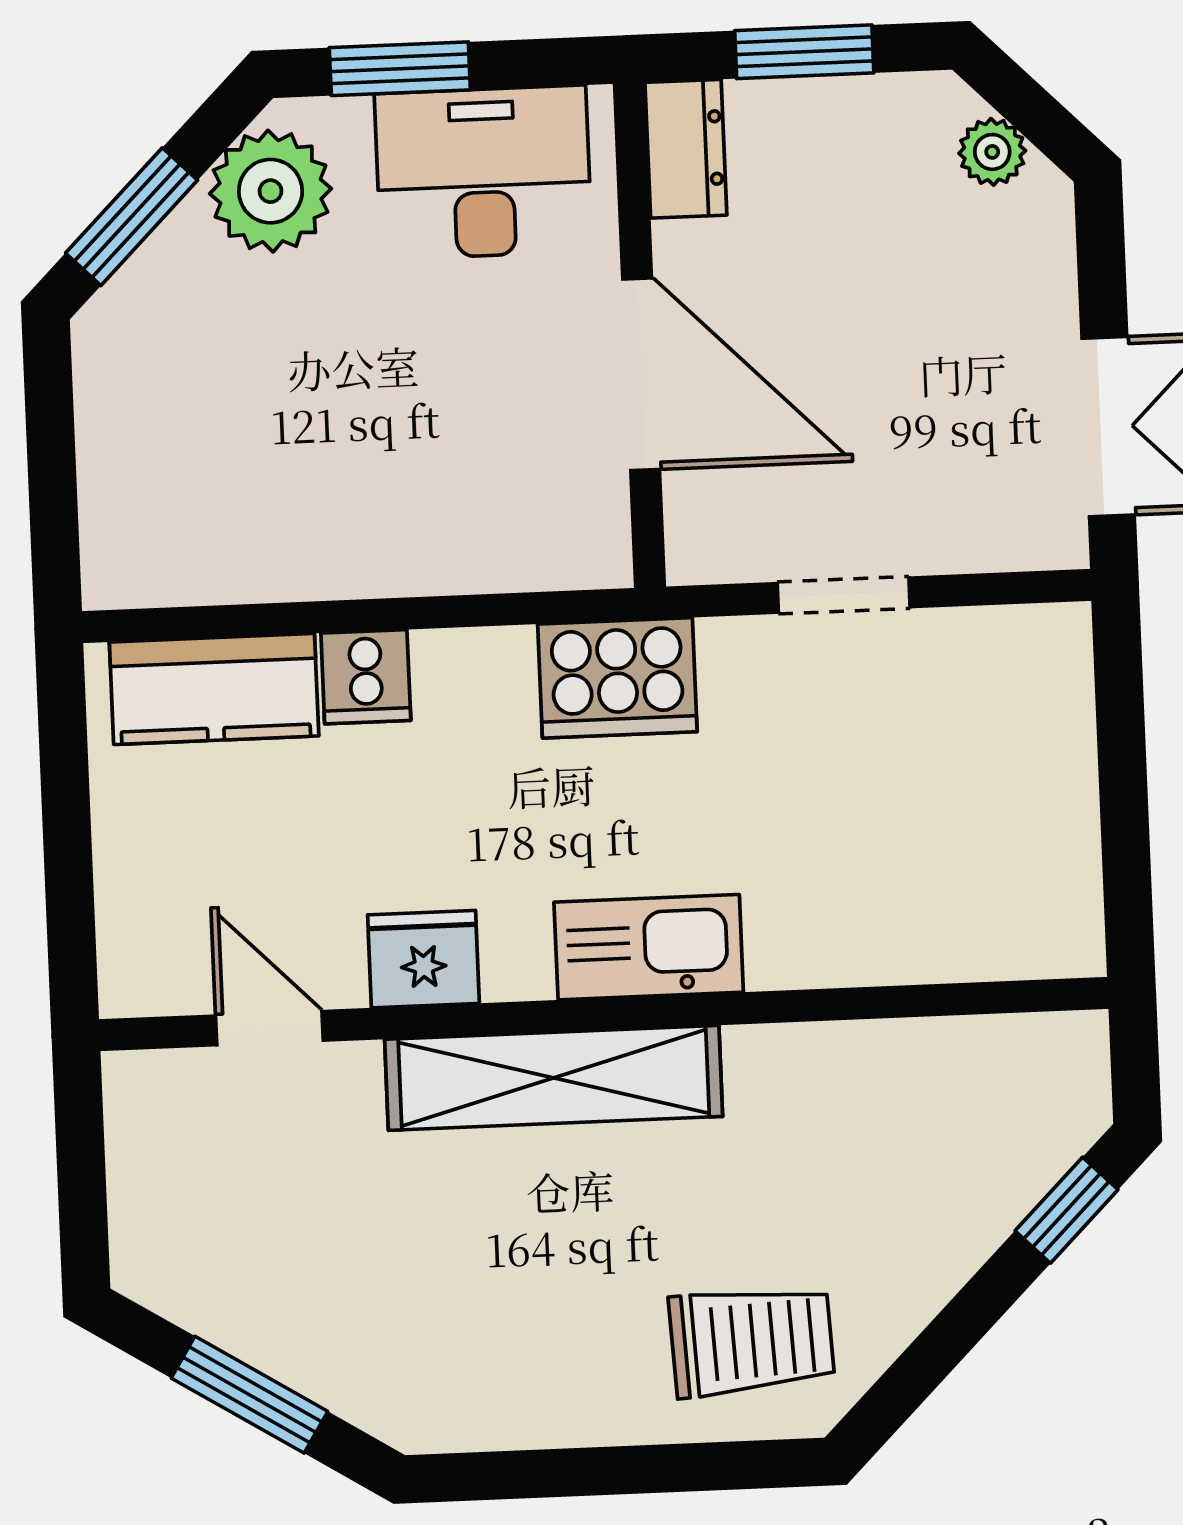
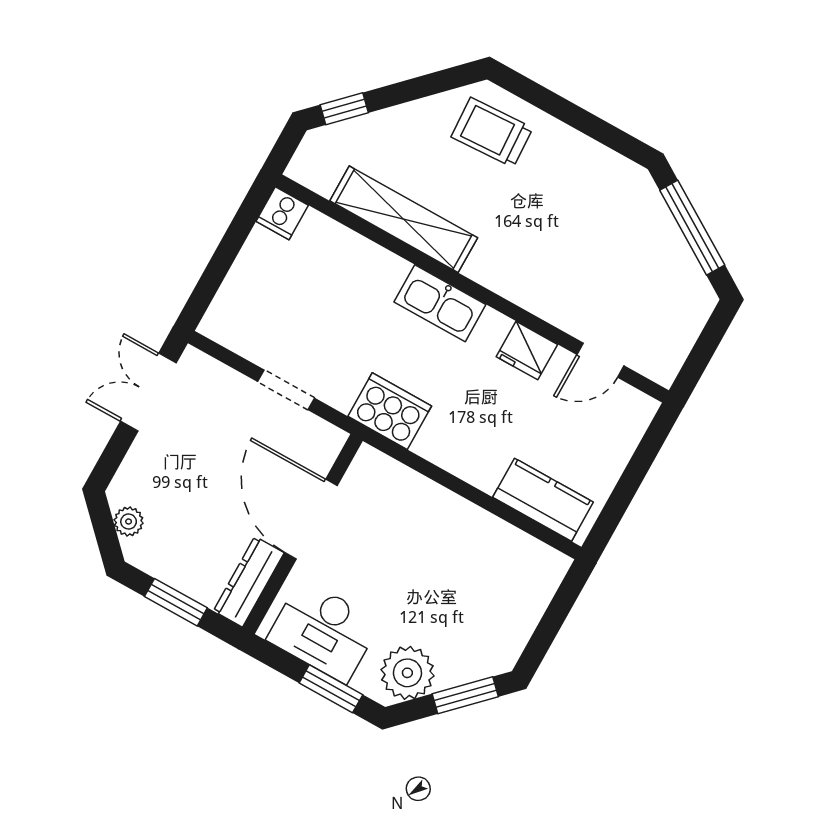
dresser: (686, 149) -> (249, 582), width x1.44
cooker: (366, 677) -> (282, 213), moved, turned 180
door: (269, 1028) -> (600, 360), hinge flipped
shelving: (554, 1078) -> (404, 219), moved
window: (249, 1395) -> (692, 228), width x1.44

